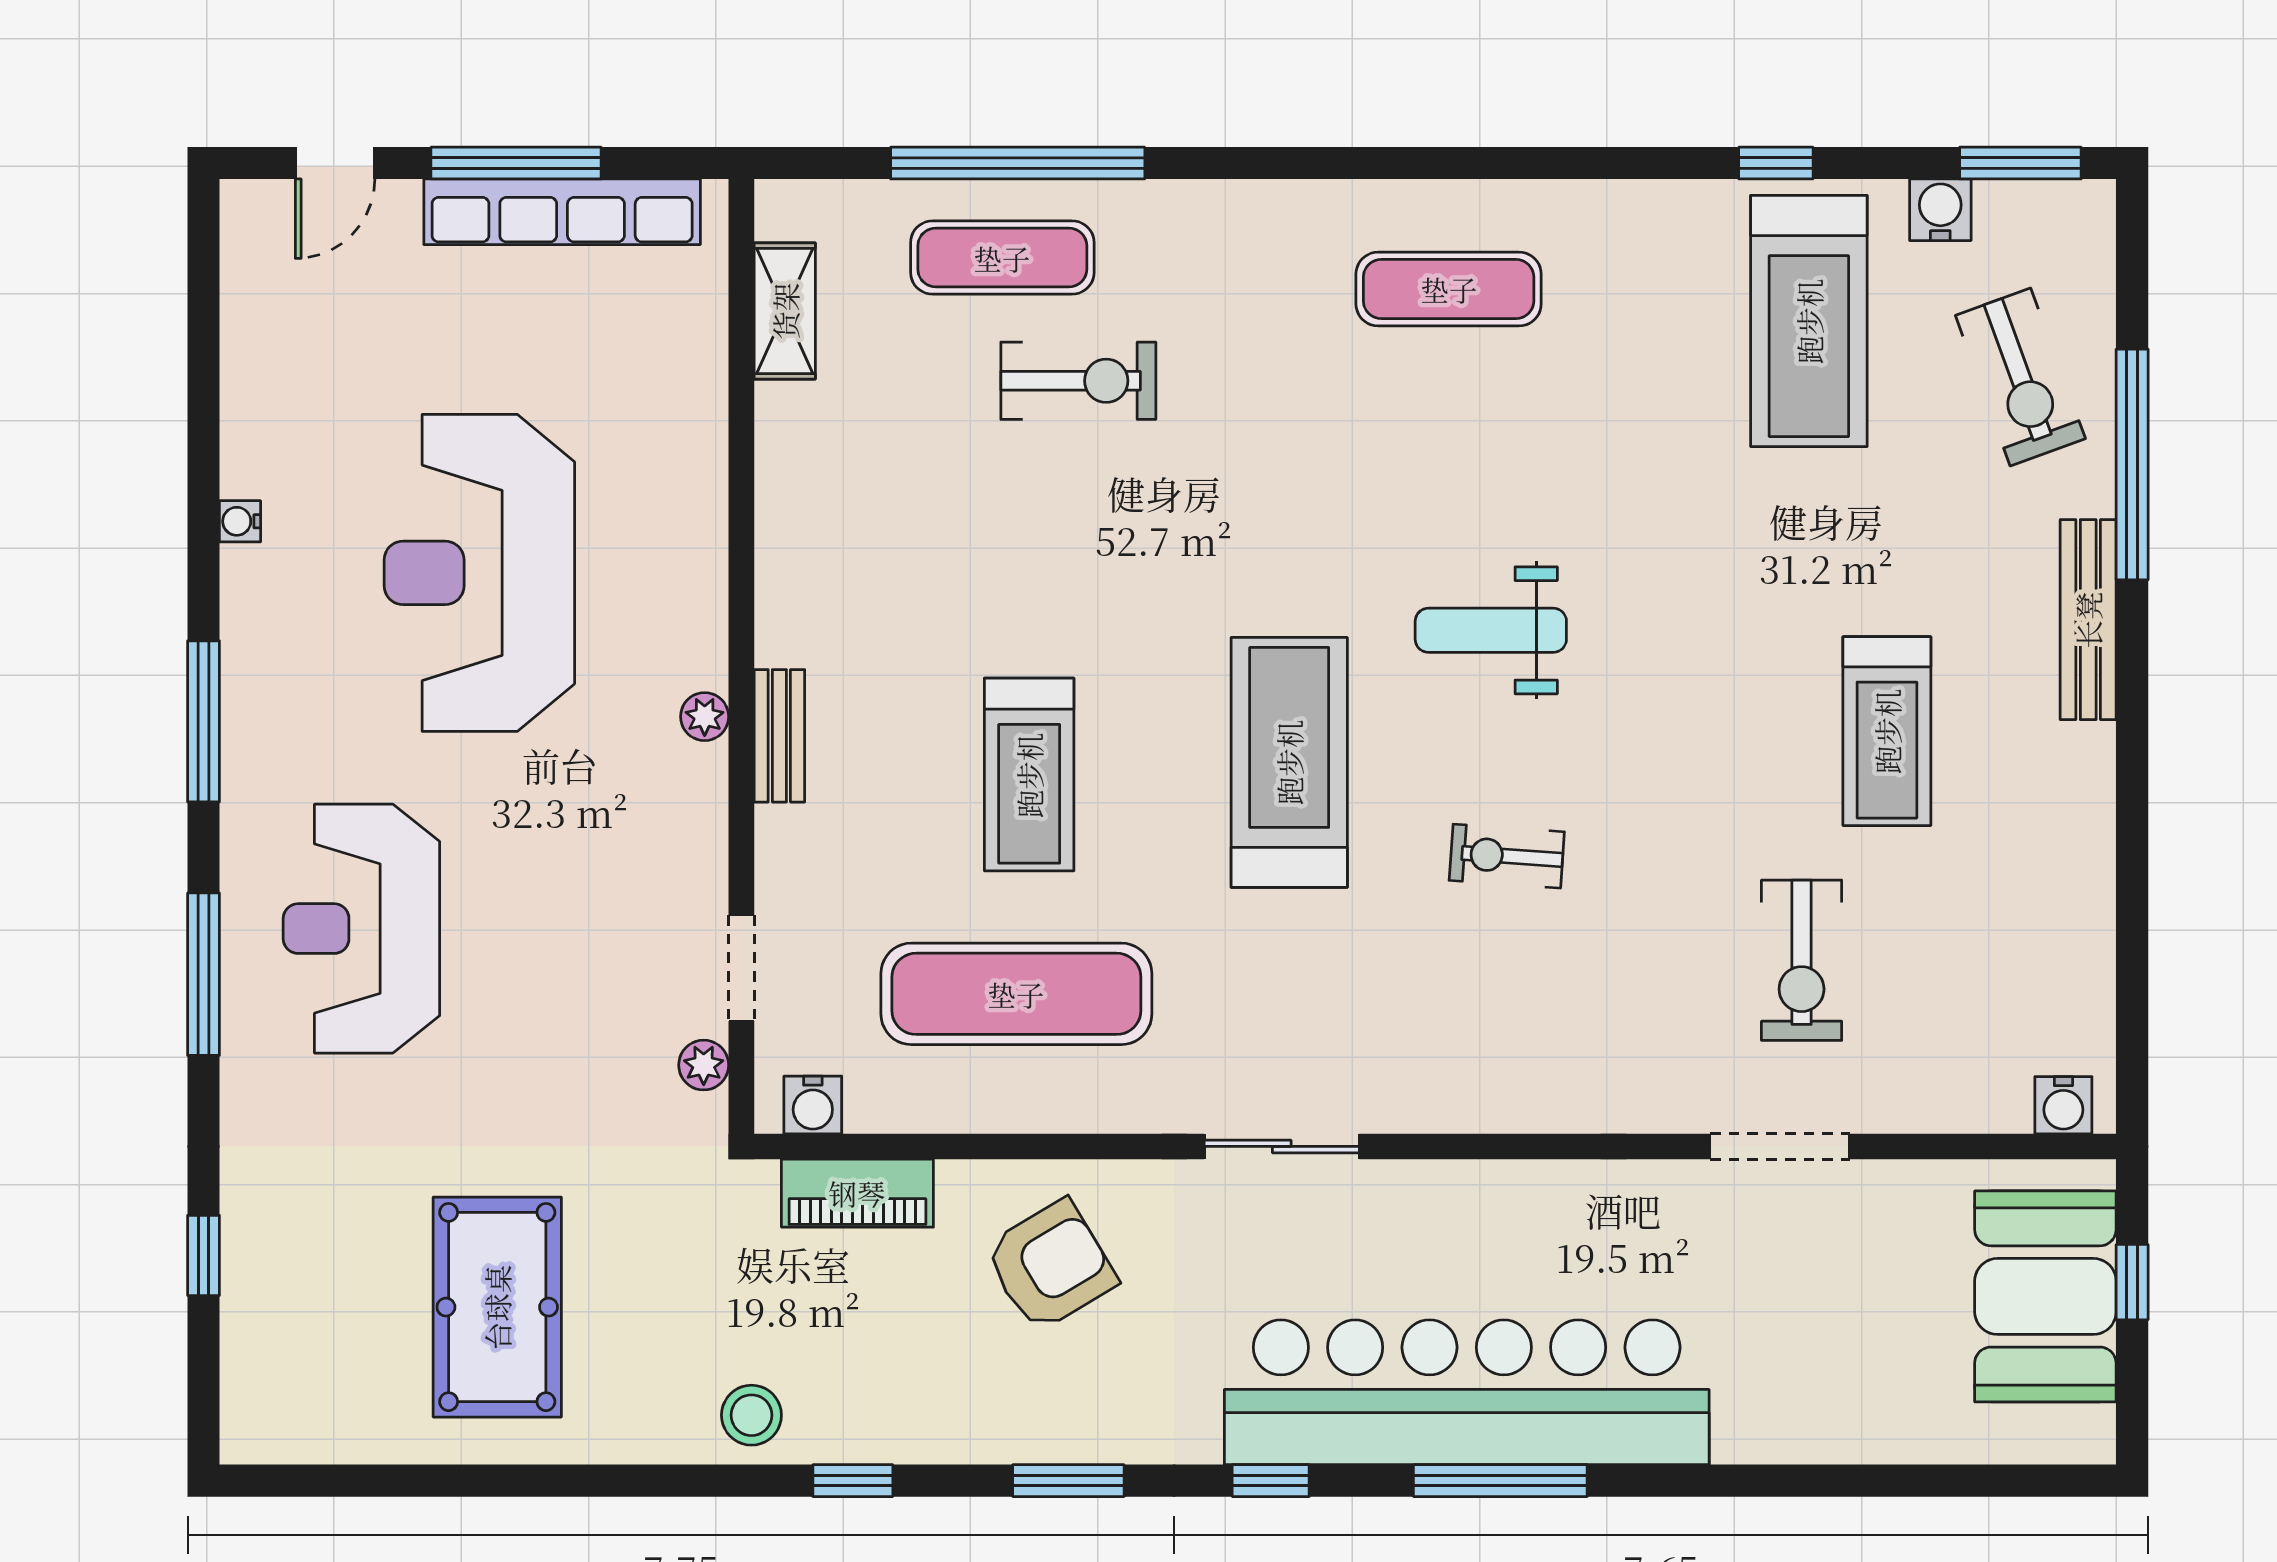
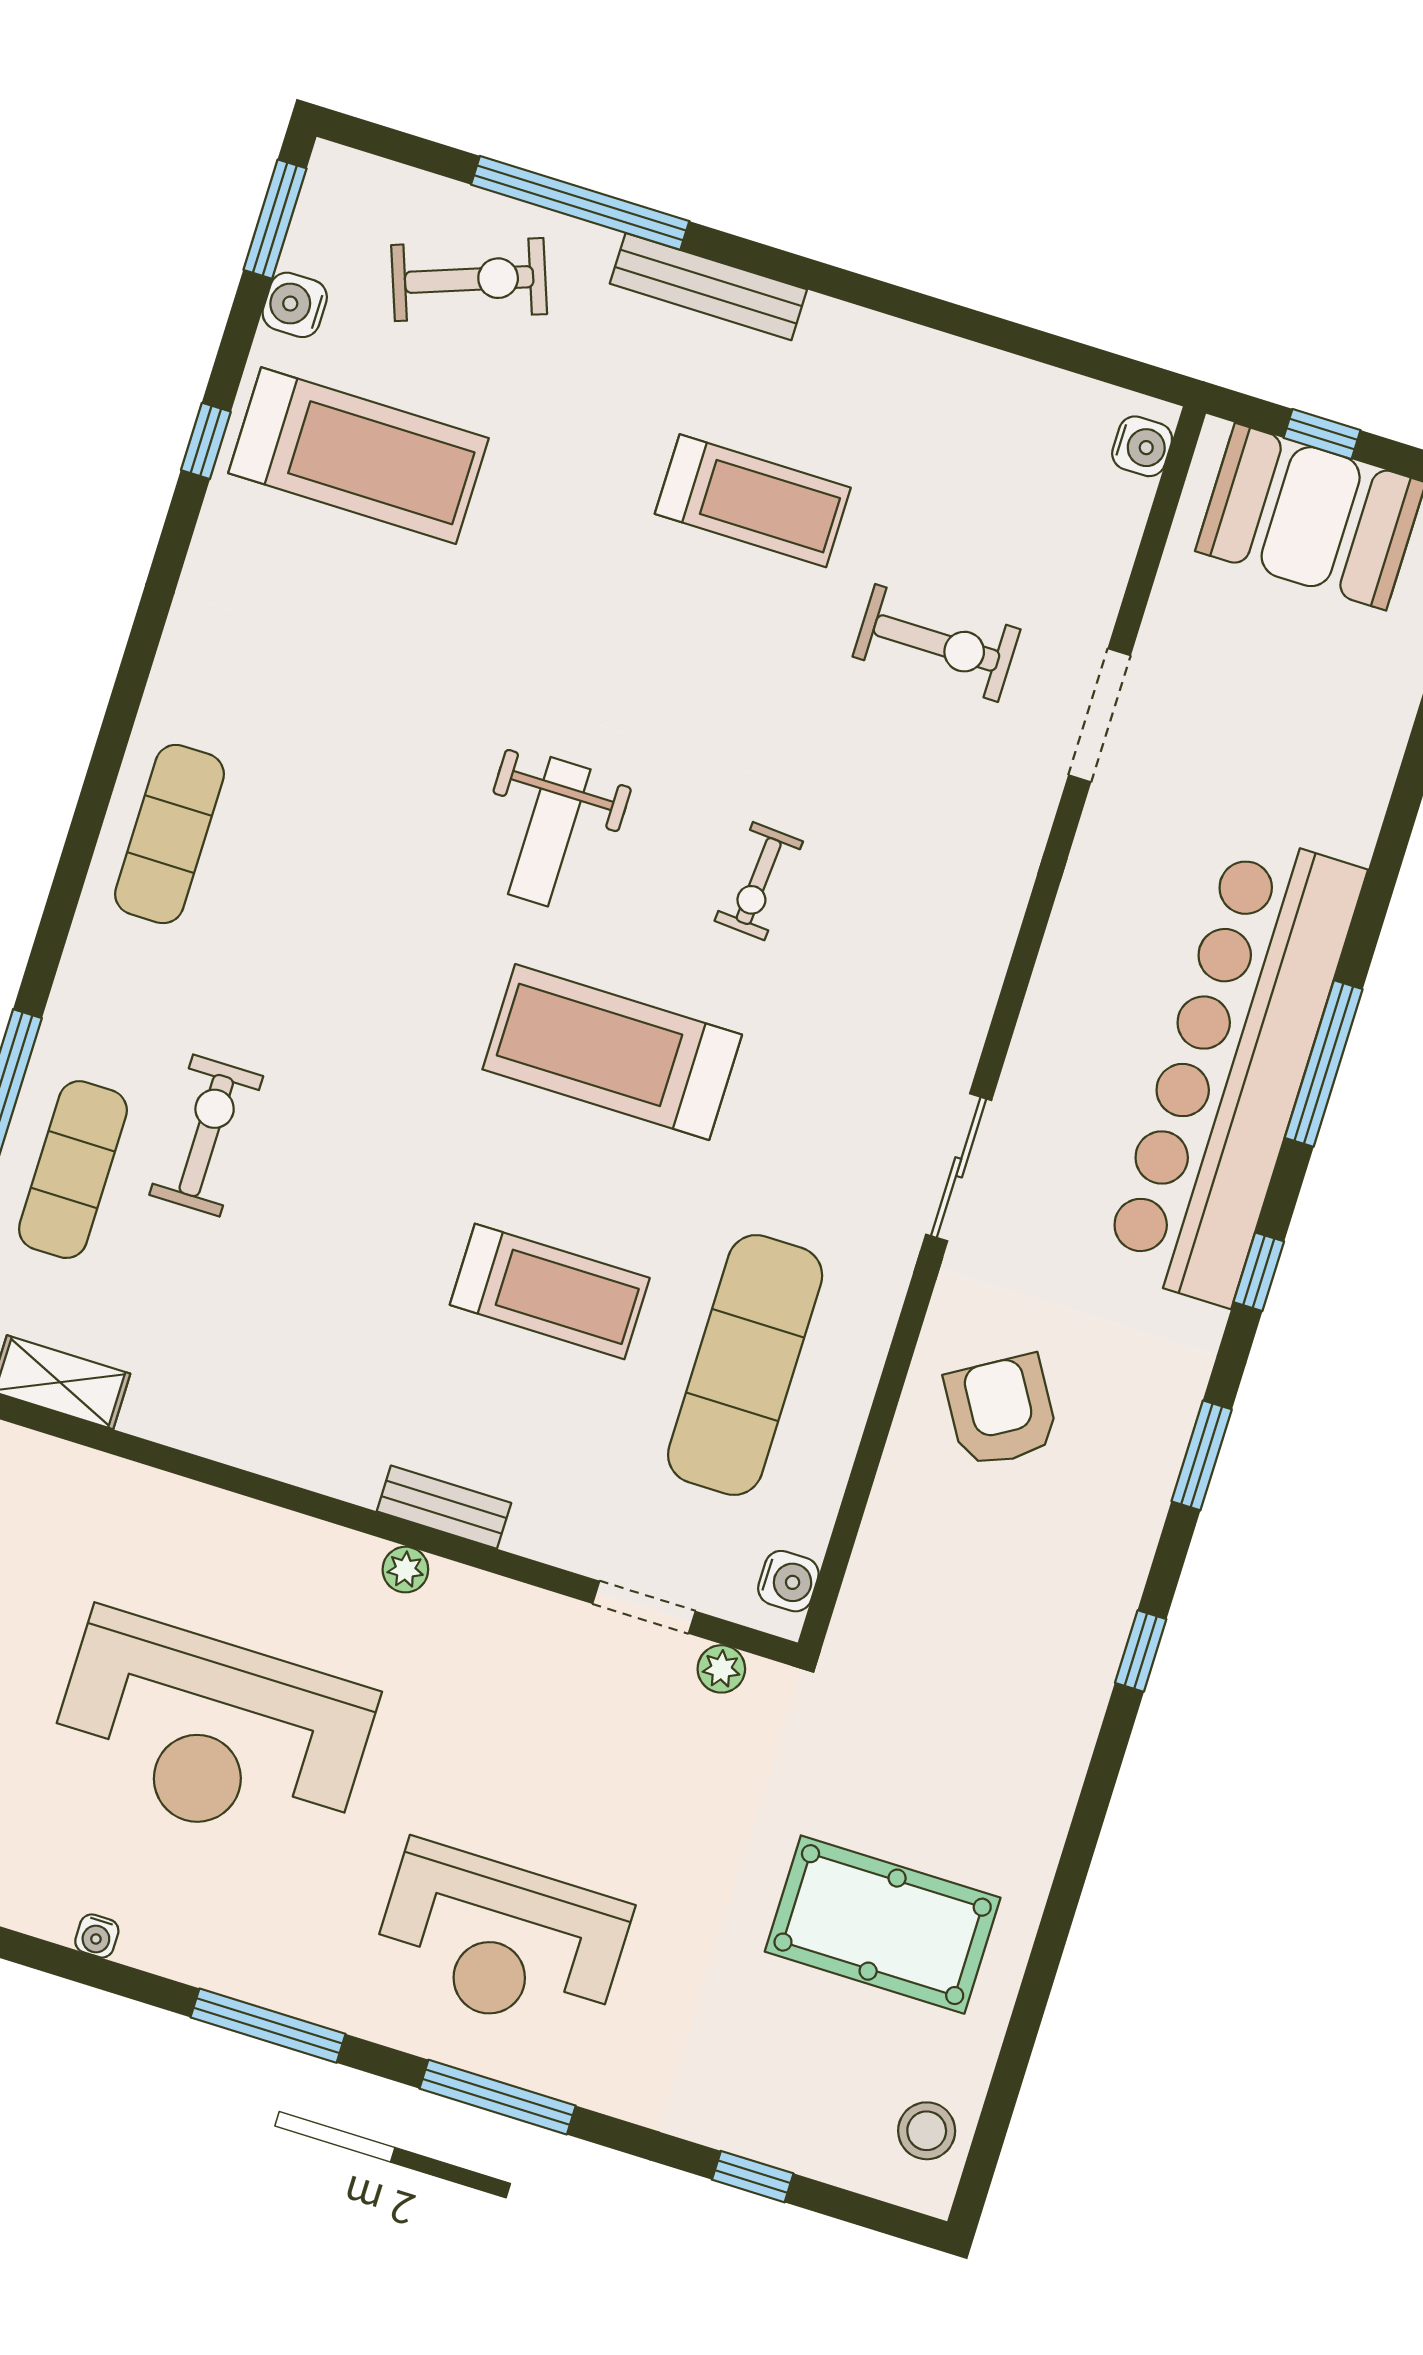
exercise mat: (1449, 289) -> (169, 834), moved
piano: (857, 1193) -> (881, 1566), removed
stool: (751, 1415) -> (927, 2131), moved

